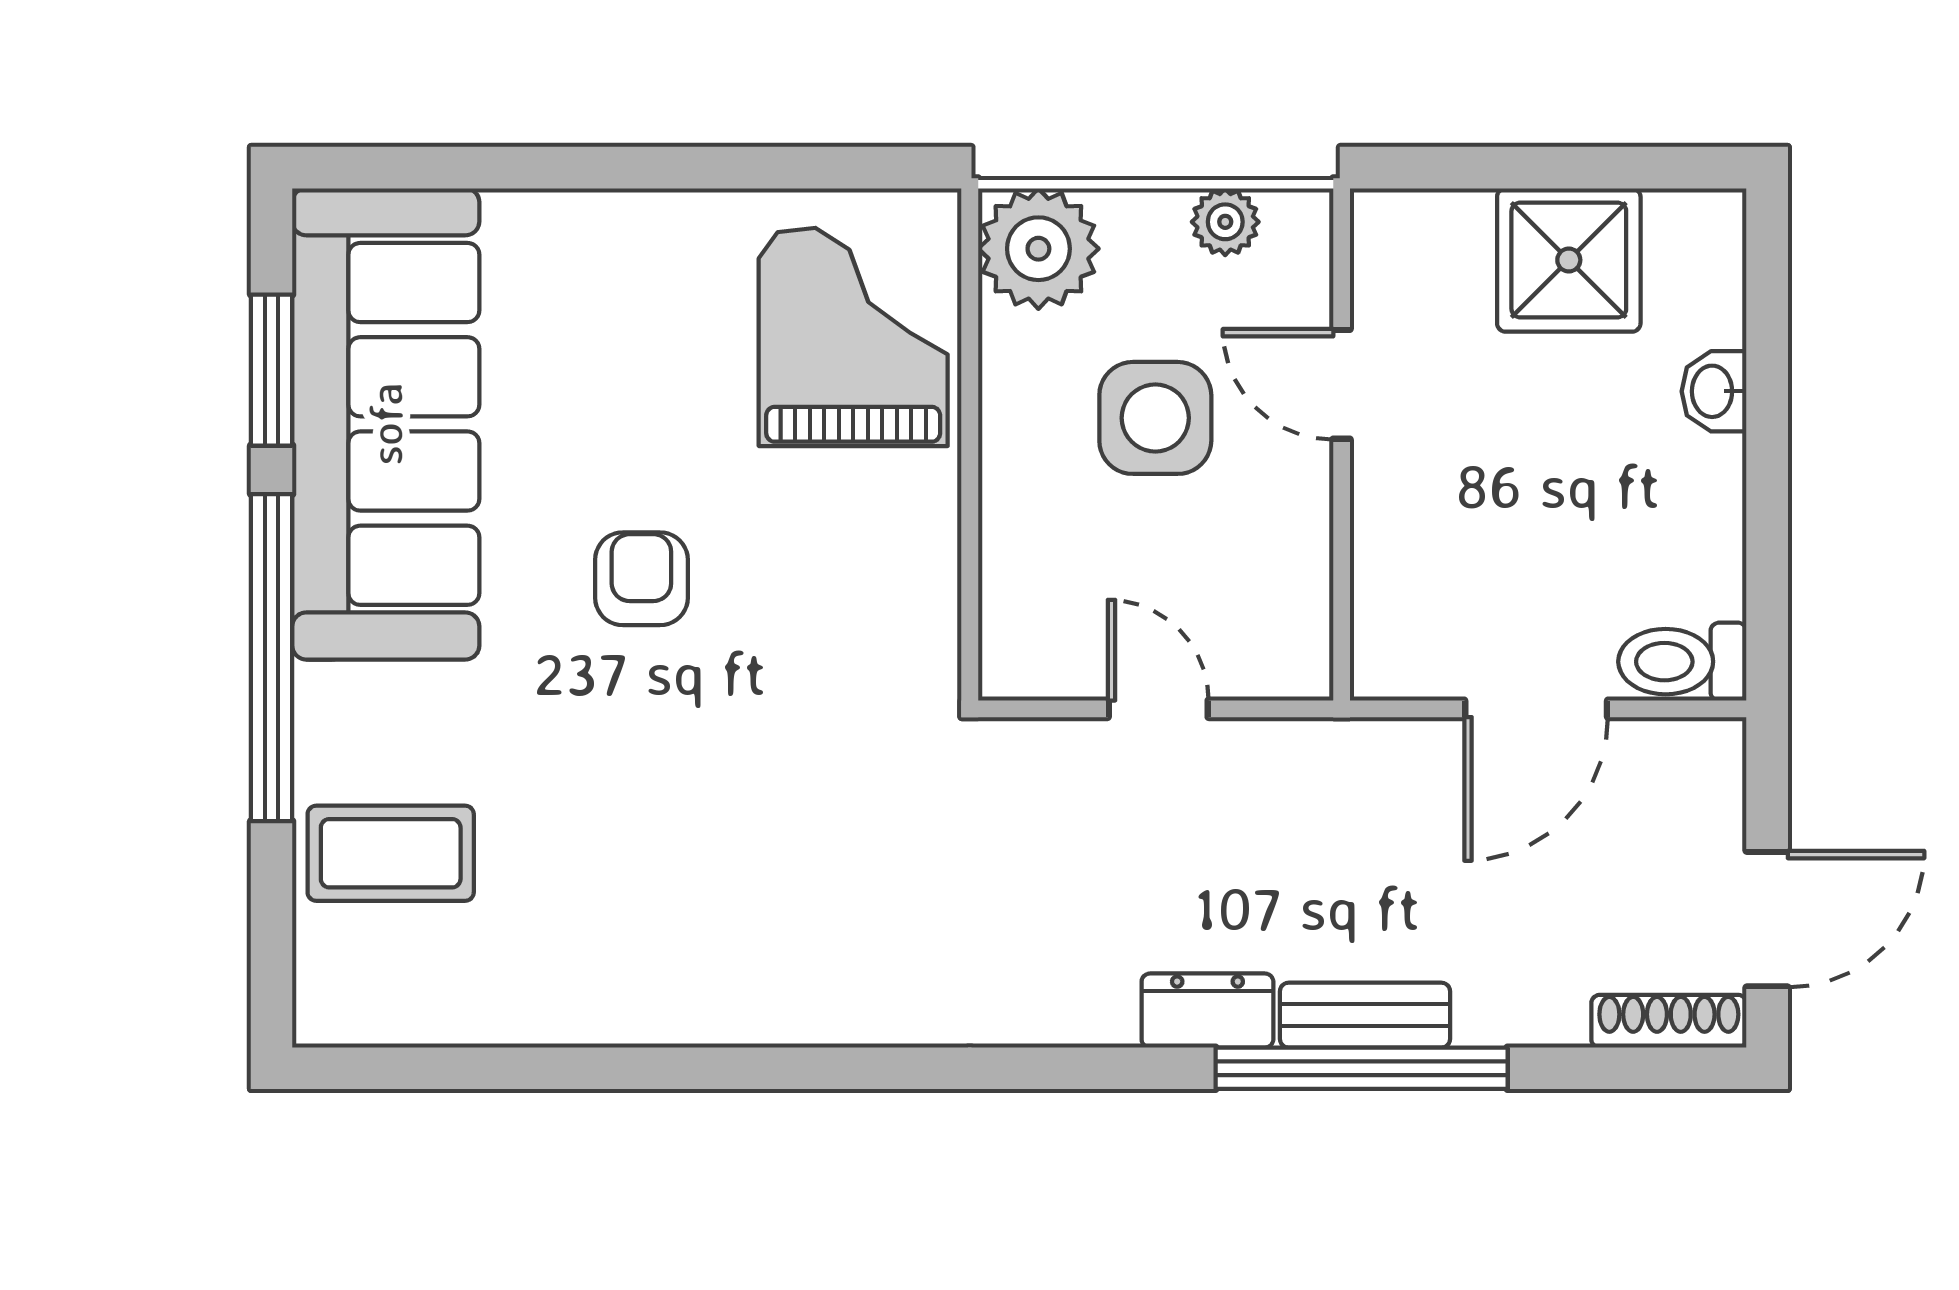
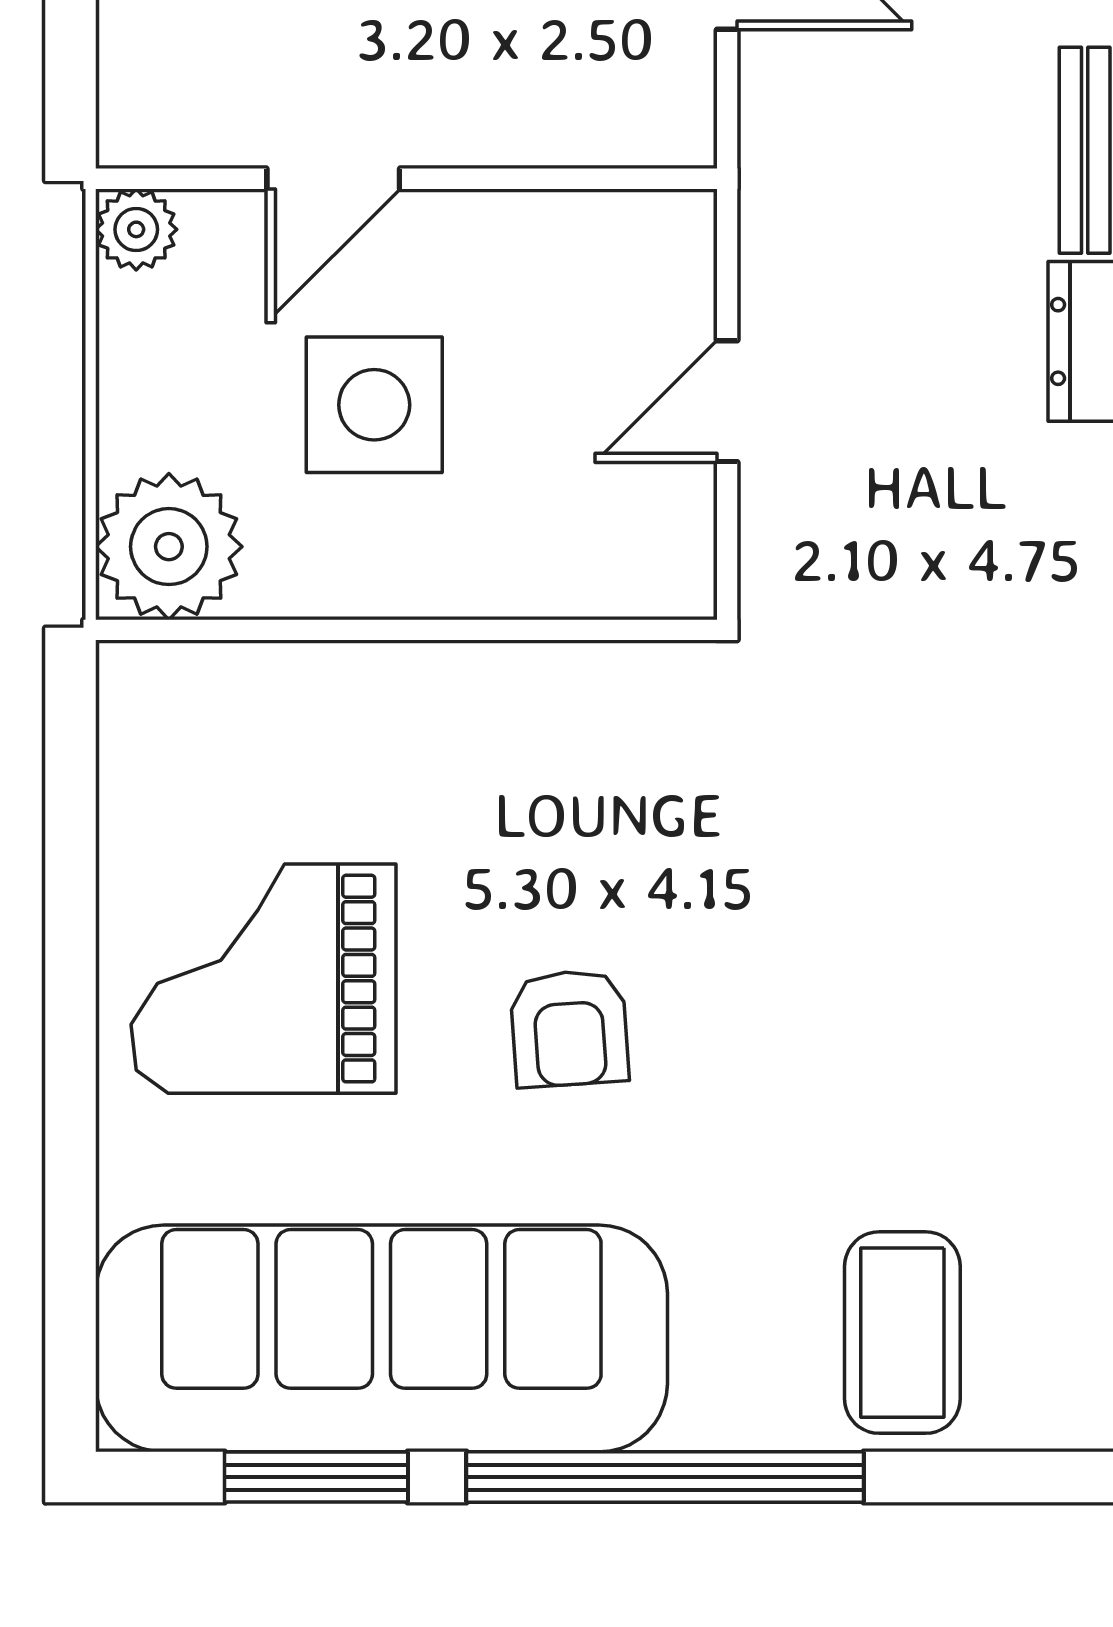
plant: (1225, 222) -> (136, 229), moved
grand piano: (853, 337) -> (263, 979), moved
armchair: (641, 579) -> (569, 1028), turned -94

